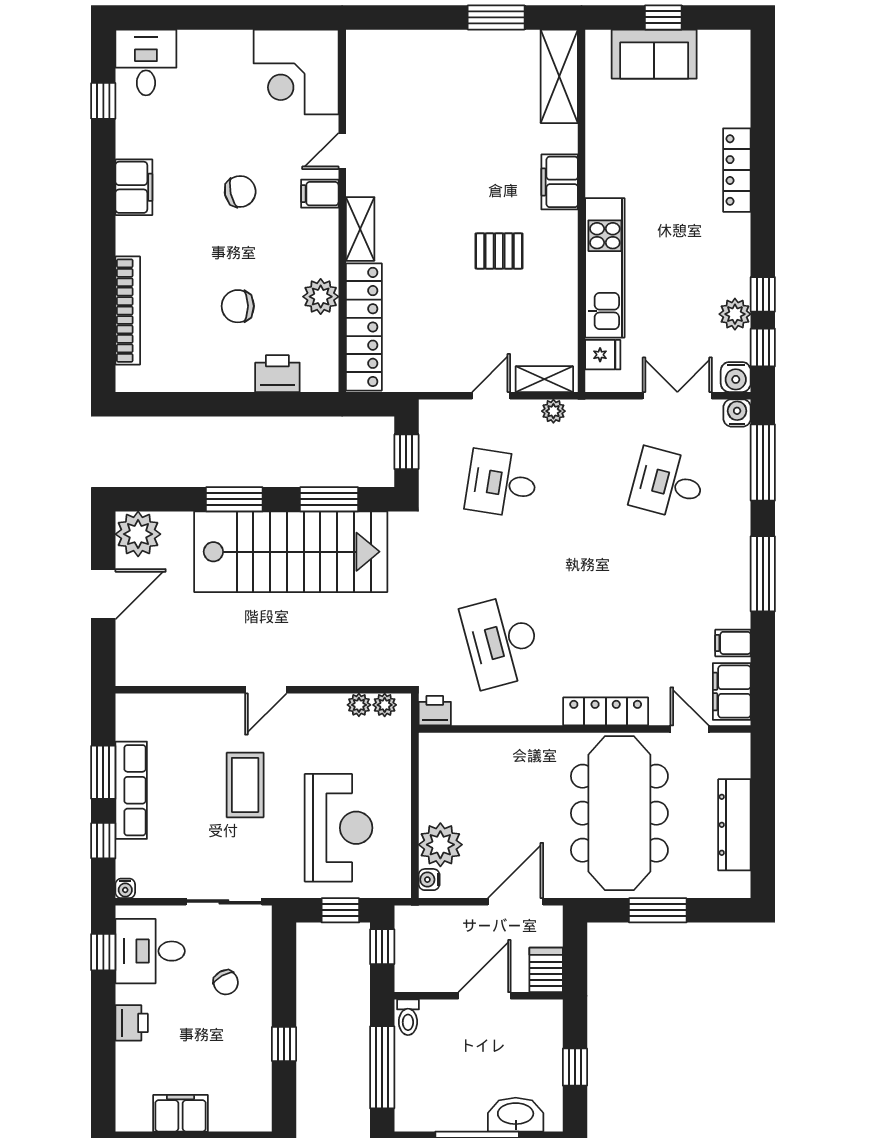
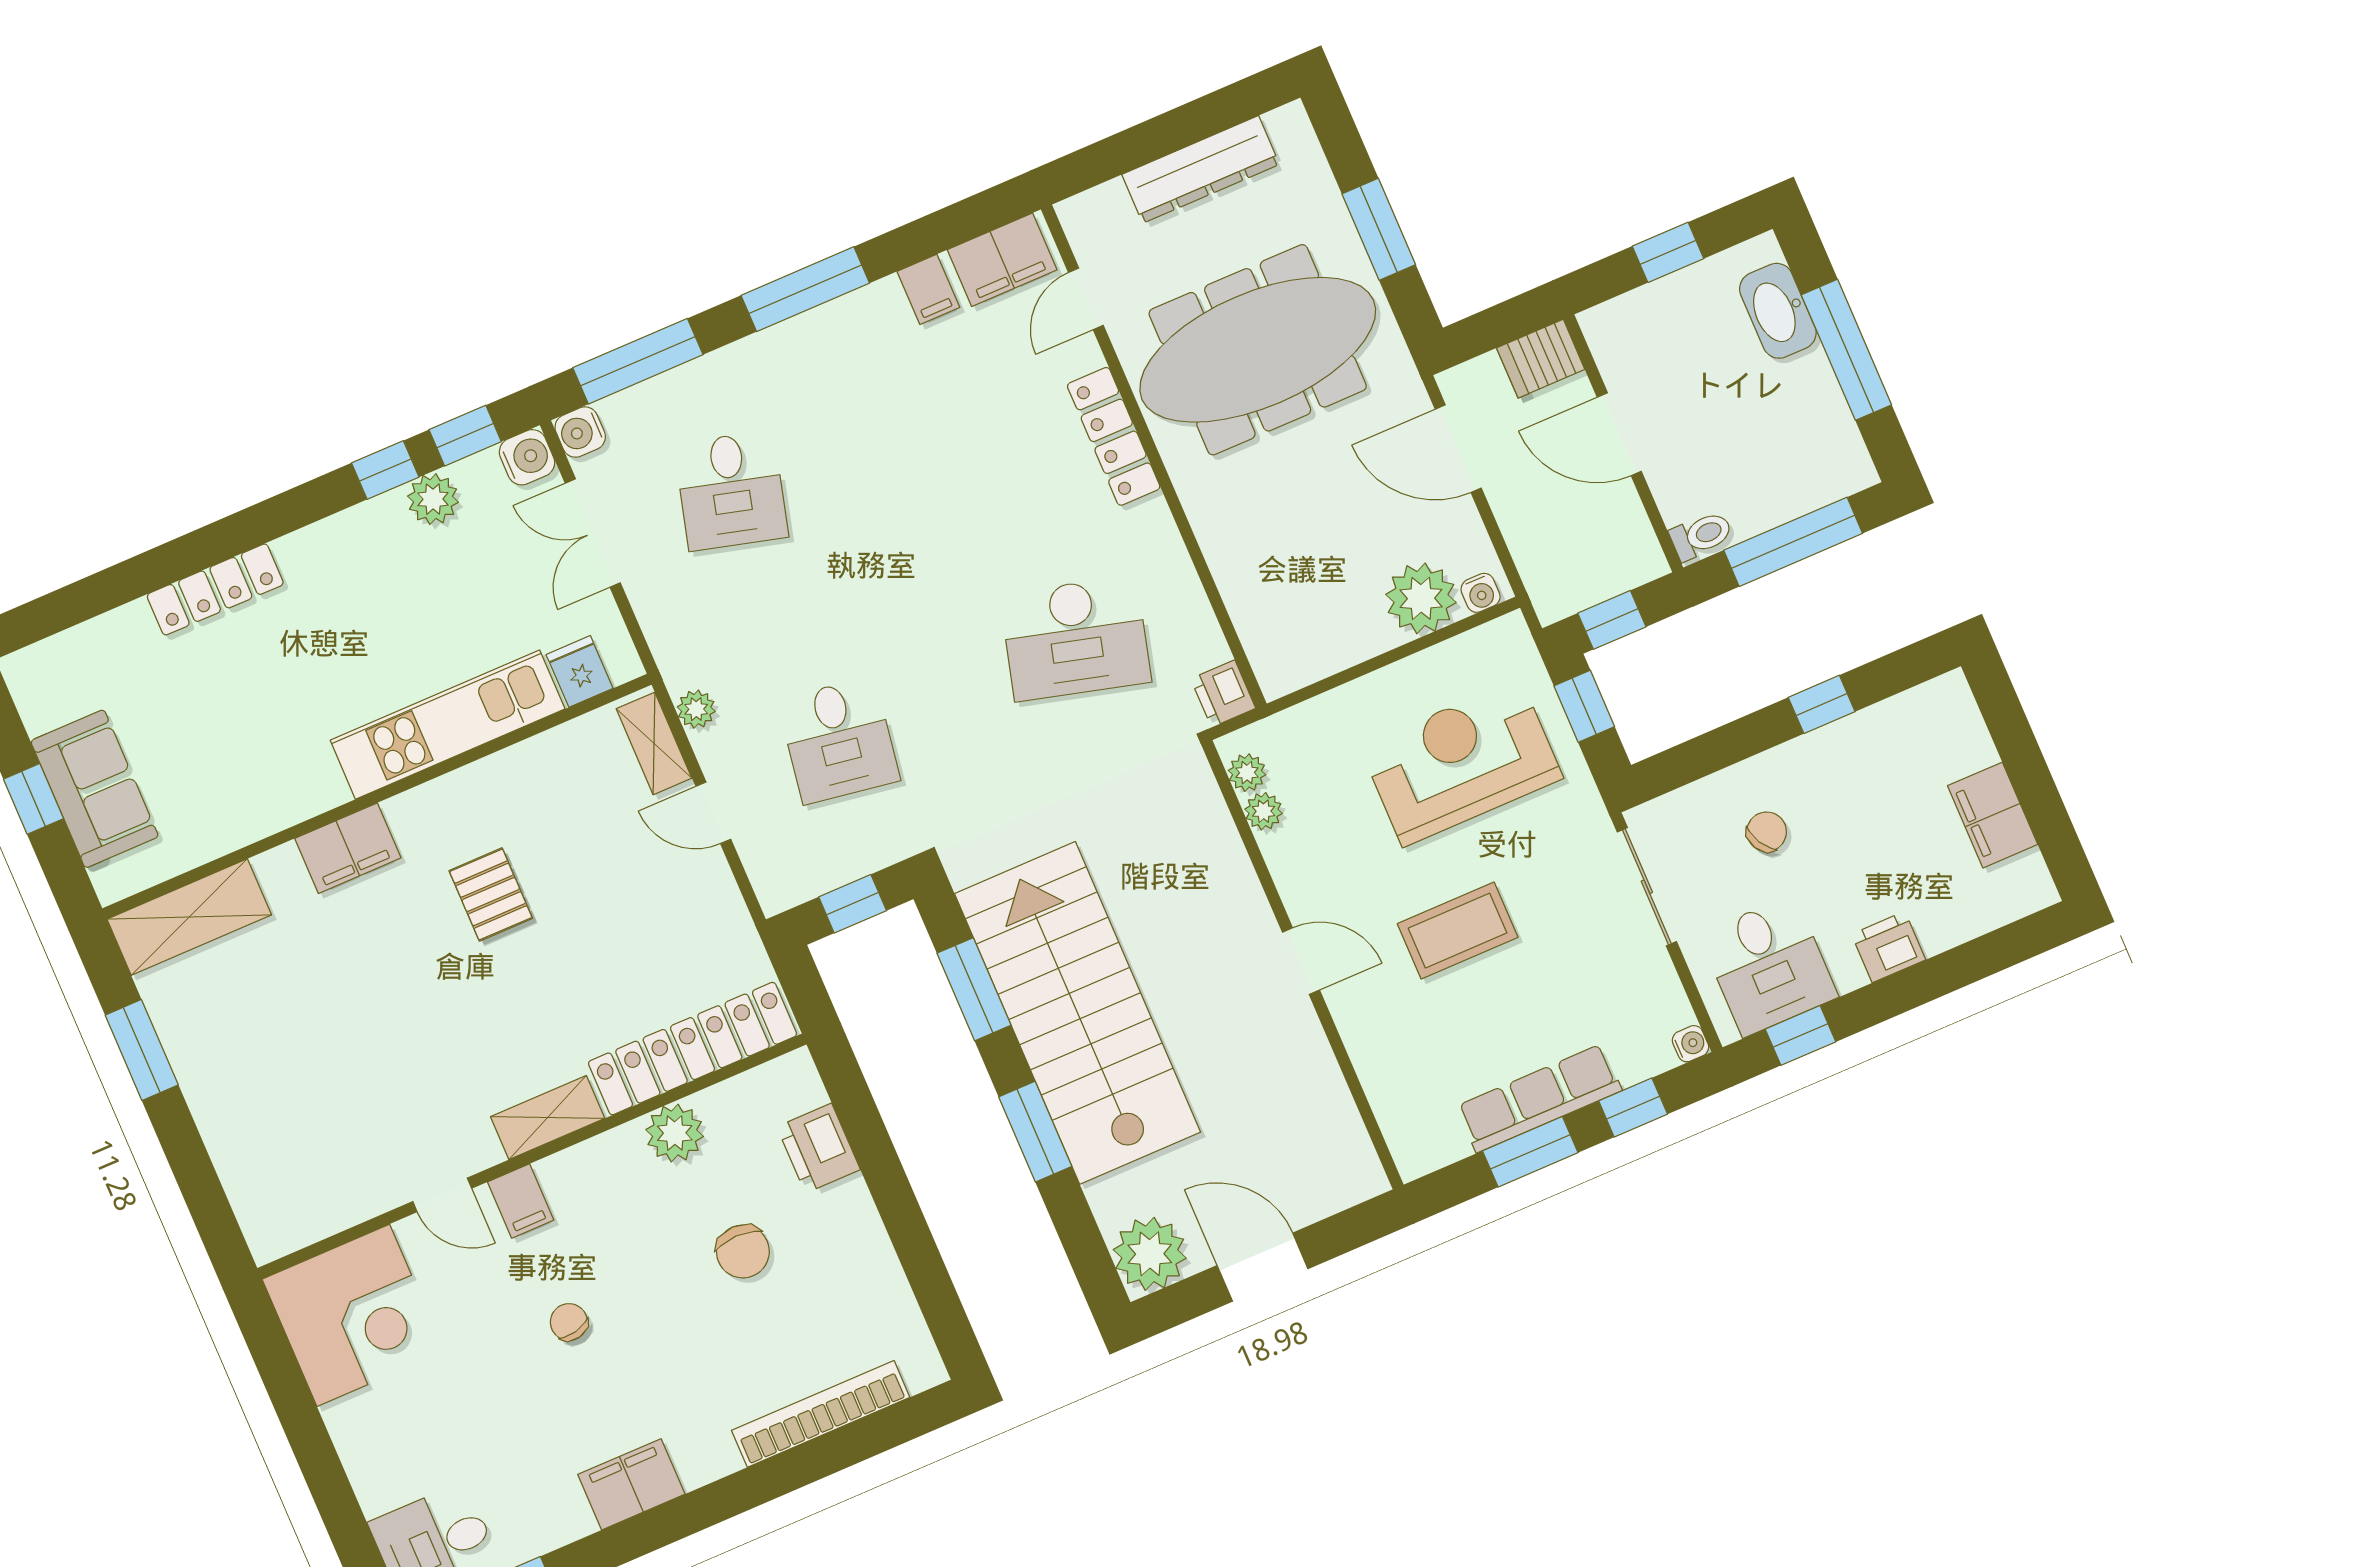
chair: (240, 191) -> (569, 1322), width x0.73, depth x0.73
desk: (502, 641) -> (1075, 638), turned 30

